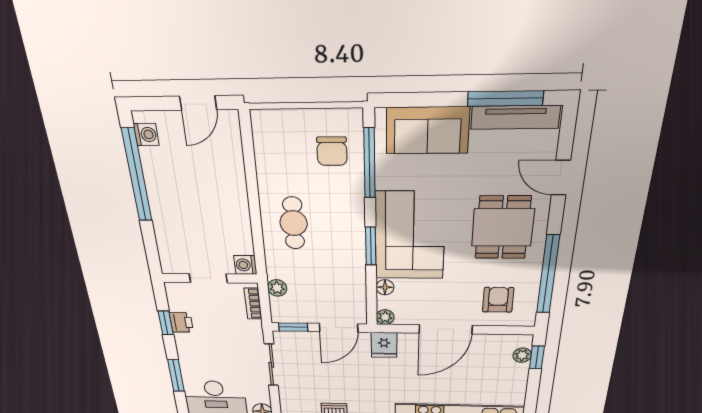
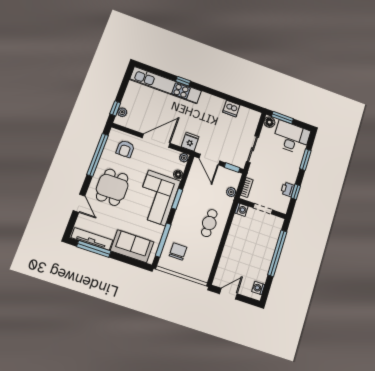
window: (137, 175) -> (277, 253), moved
door: (339, 328) -> (209, 159), swing flipped

